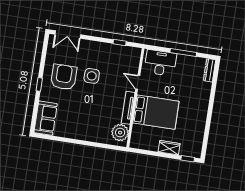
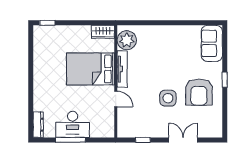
double door: (68, 35) -> (183, 140), moved
desk: (160, 63) -> (73, 124), moved
wardrobe: (169, 148) -> (103, 32), moved

